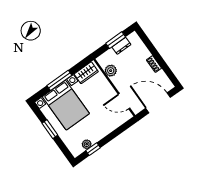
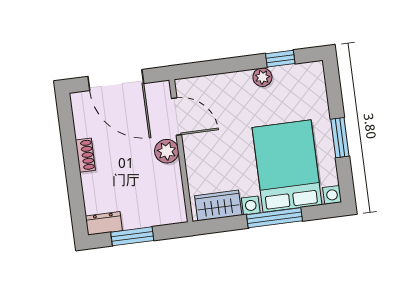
dresser: (121, 46) -> (104, 223), moved
plant: (111, 71) -> (167, 151), moved
plant: (87, 144) -> (262, 77), moved

